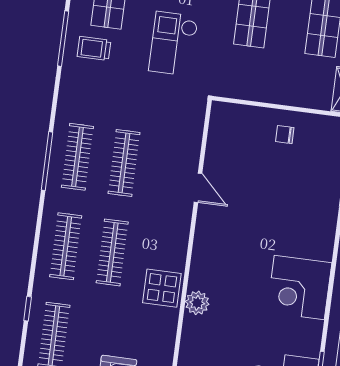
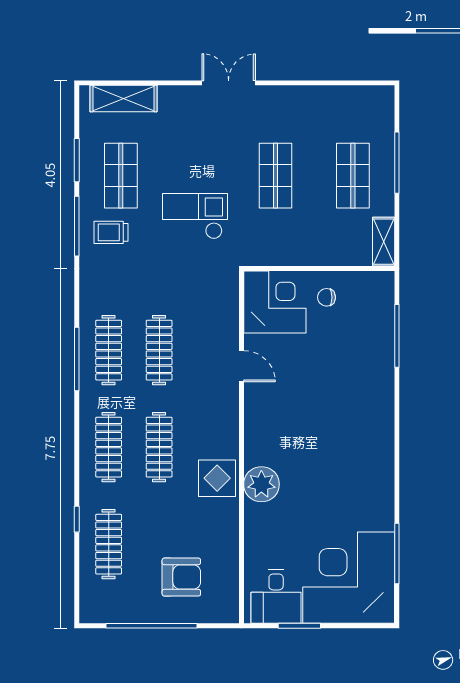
checkout: (173, 44) -> (195, 216), turned 90
corner desk: (299, 287) -> (275, 302), moved, turned 180
plant: (197, 303) -> (261, 484), width x1.36, depth x1.36

